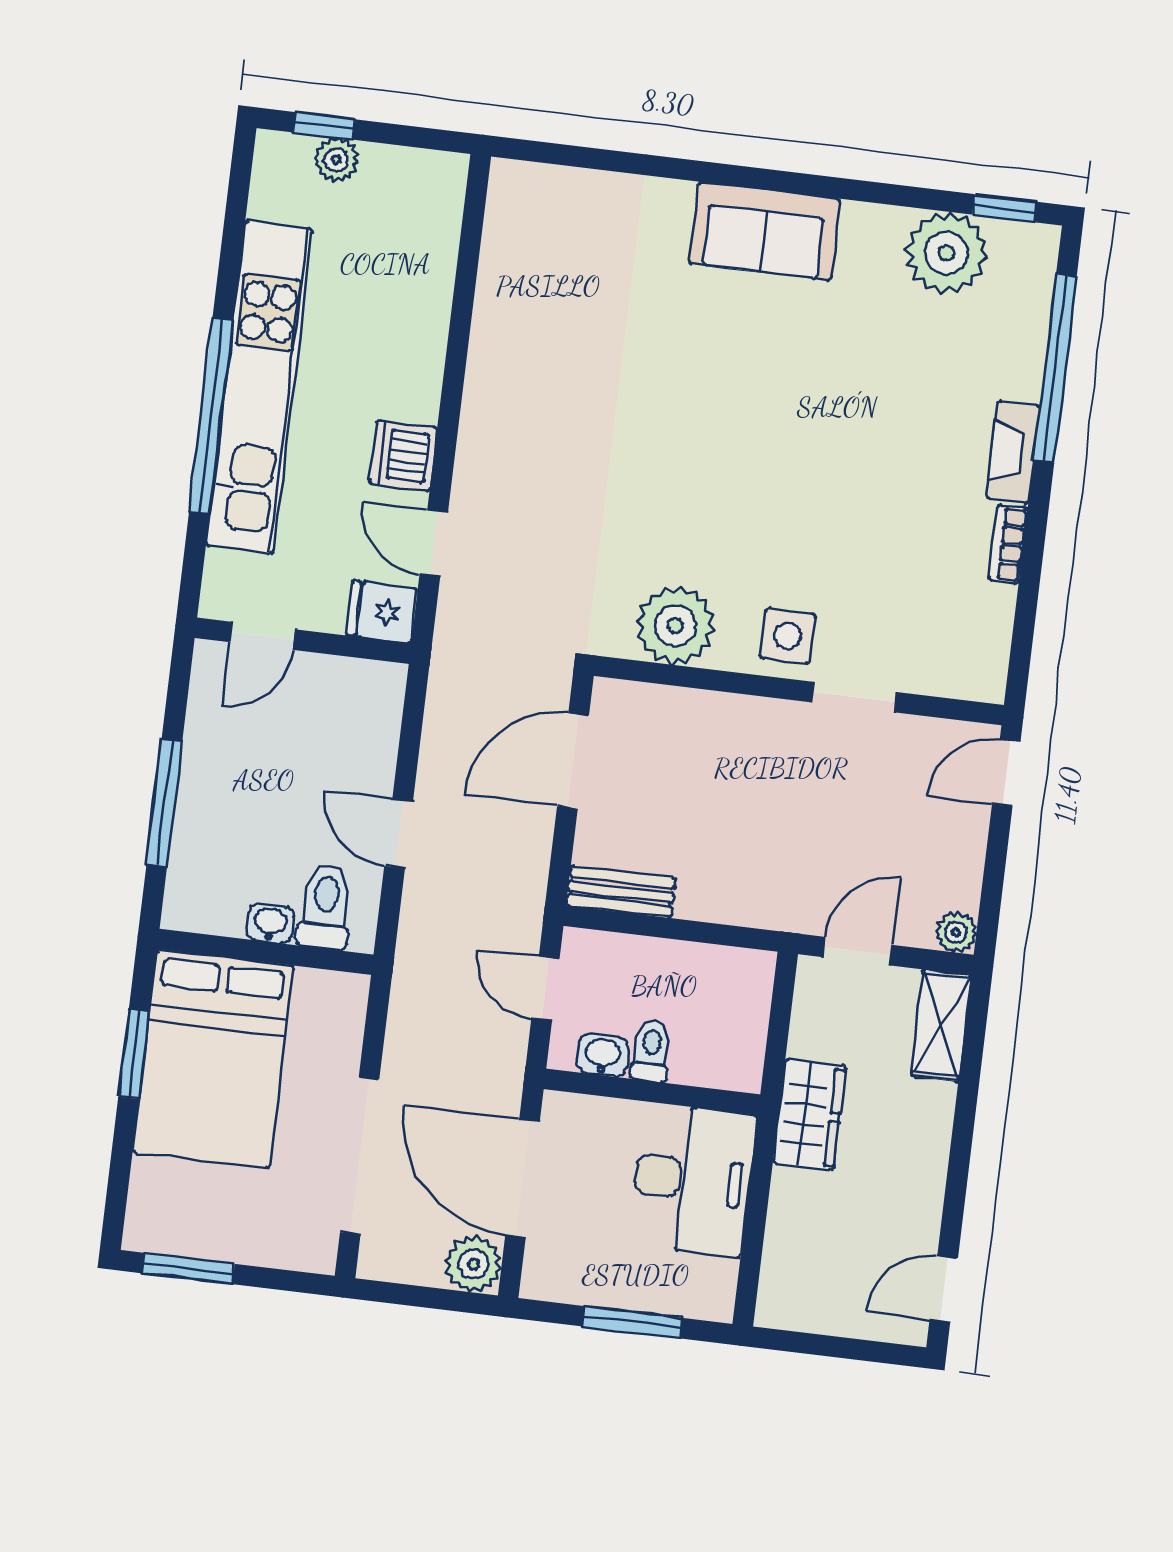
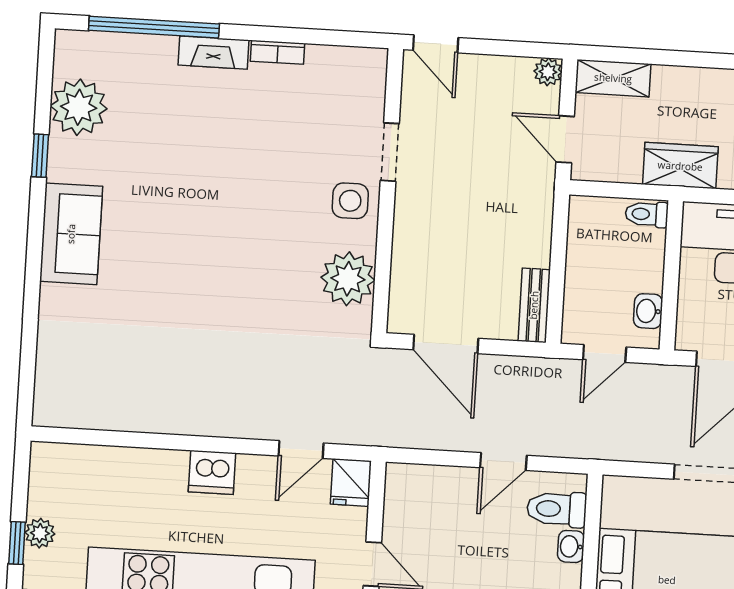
window: (1004, 208) -> (40, 156), moved
dishwasher: (404, 456) -> (212, 472), moved
toilet: (651, 1051) -> (647, 214), moved

